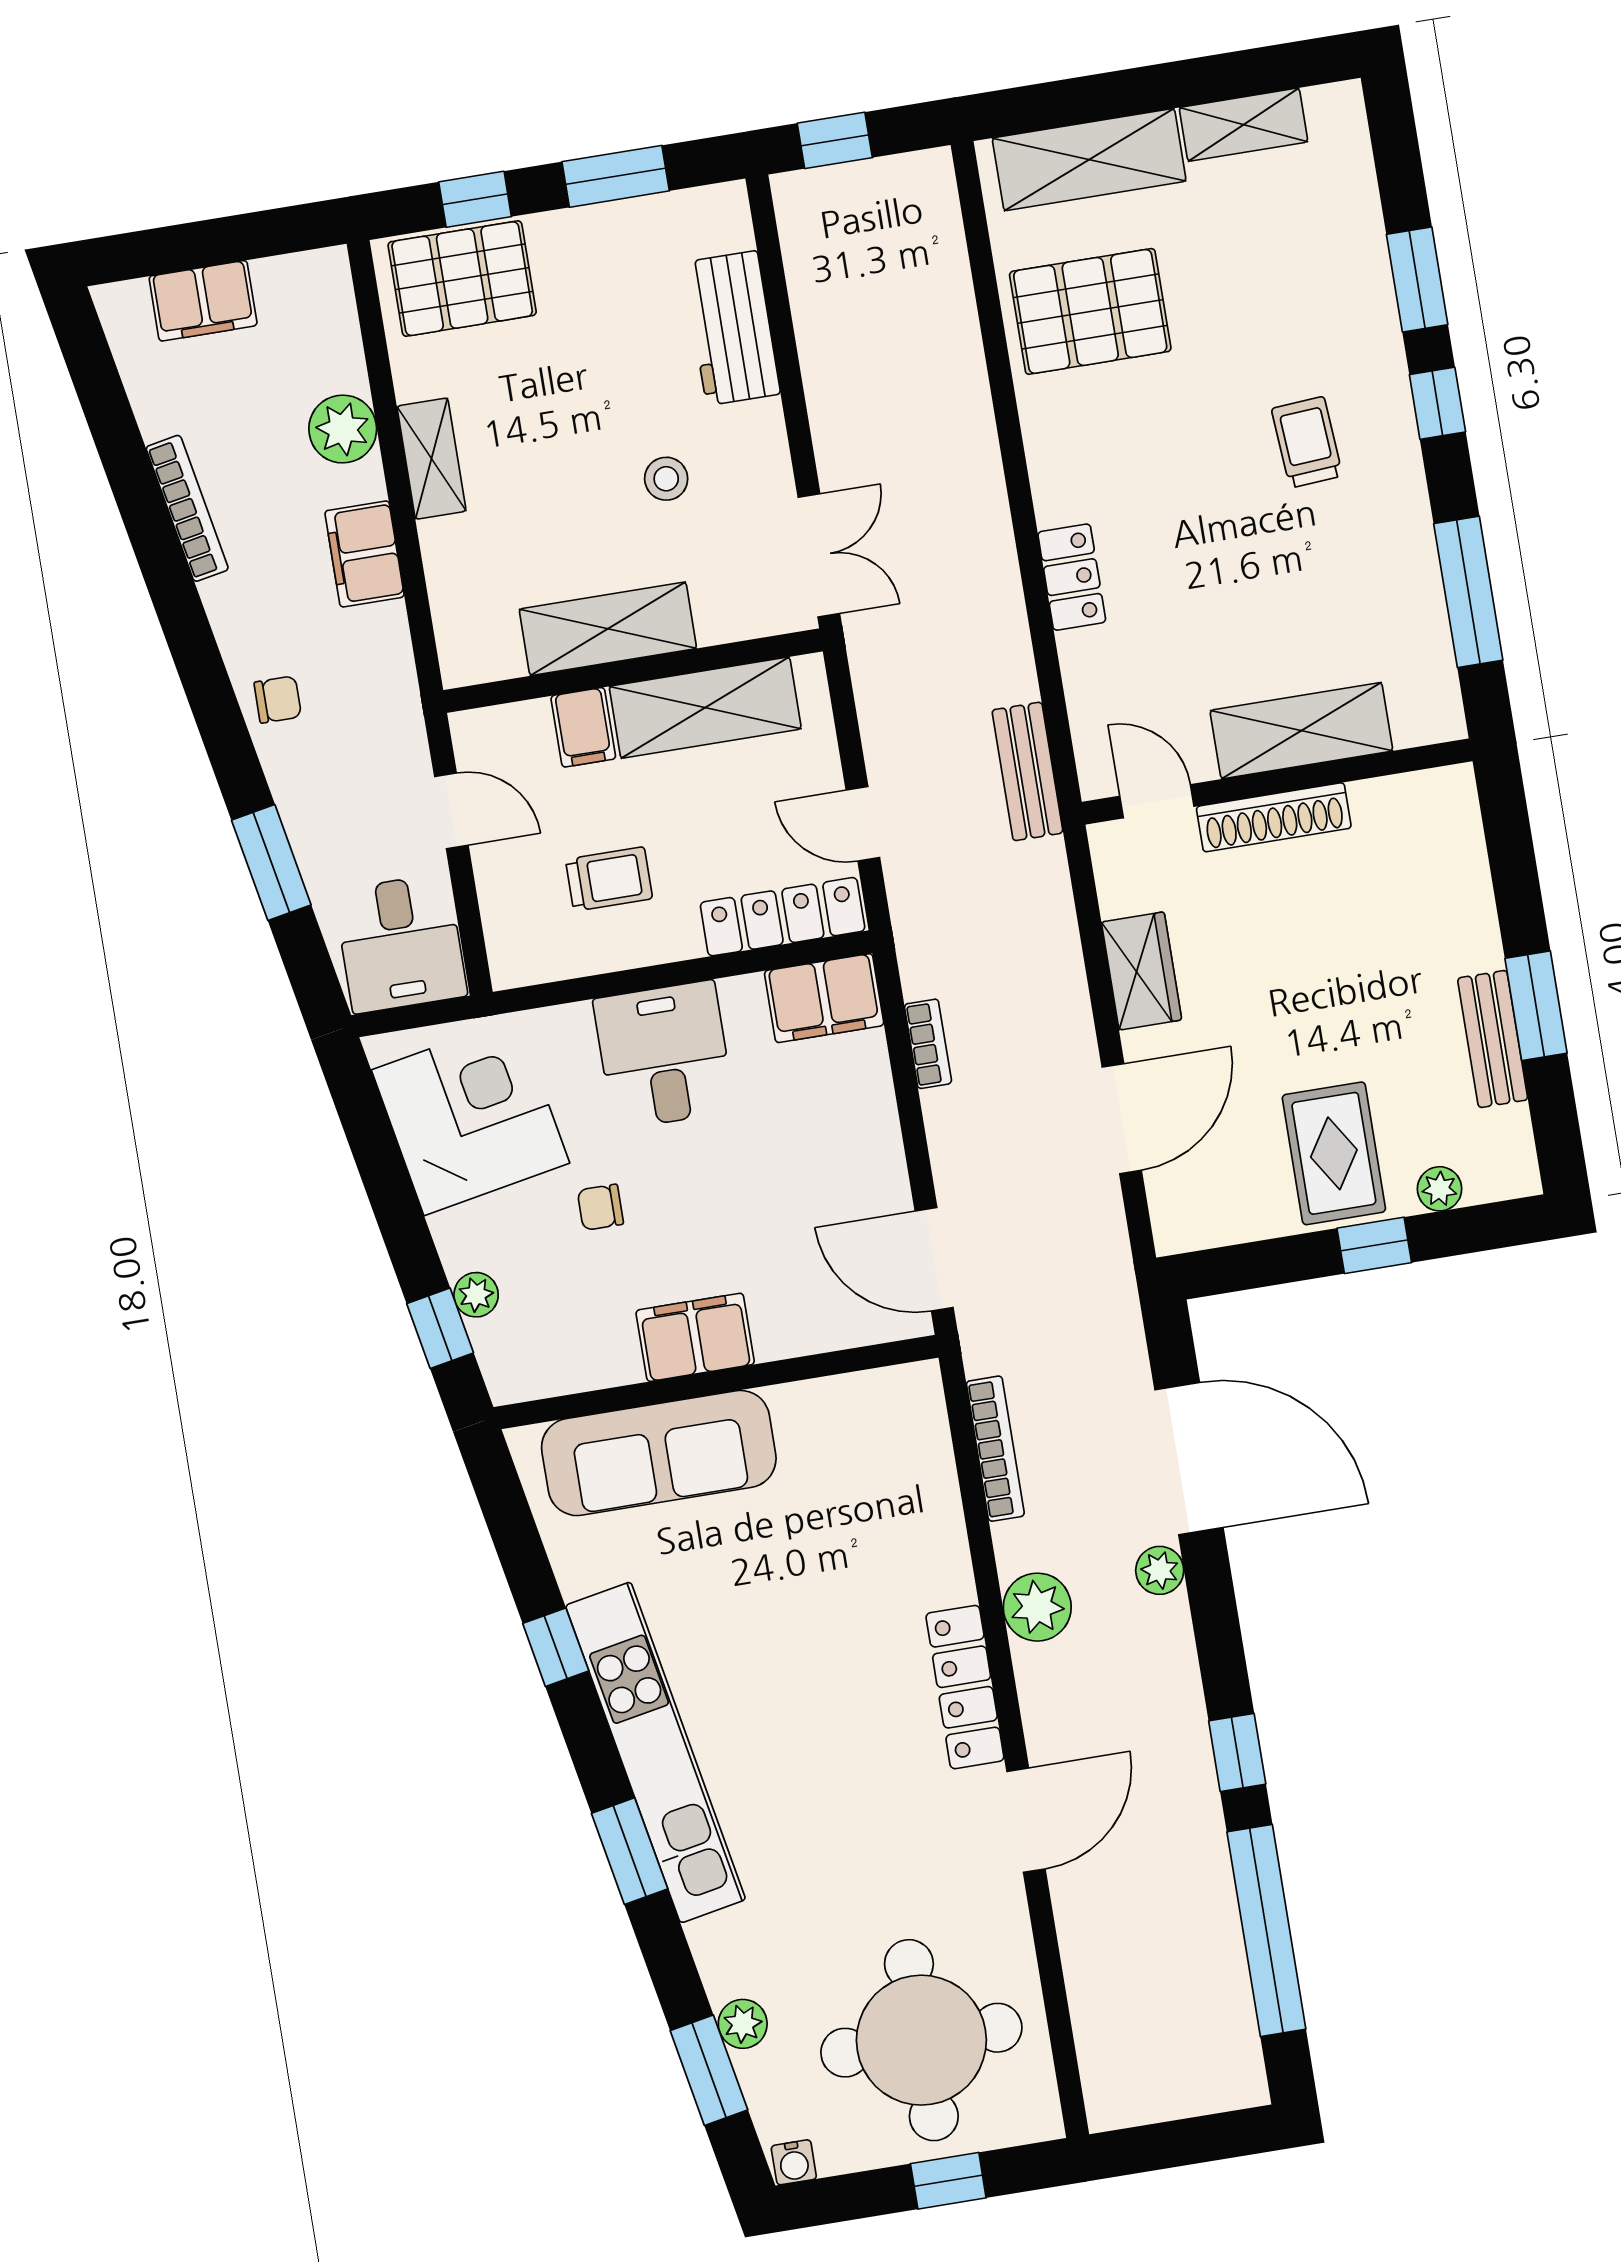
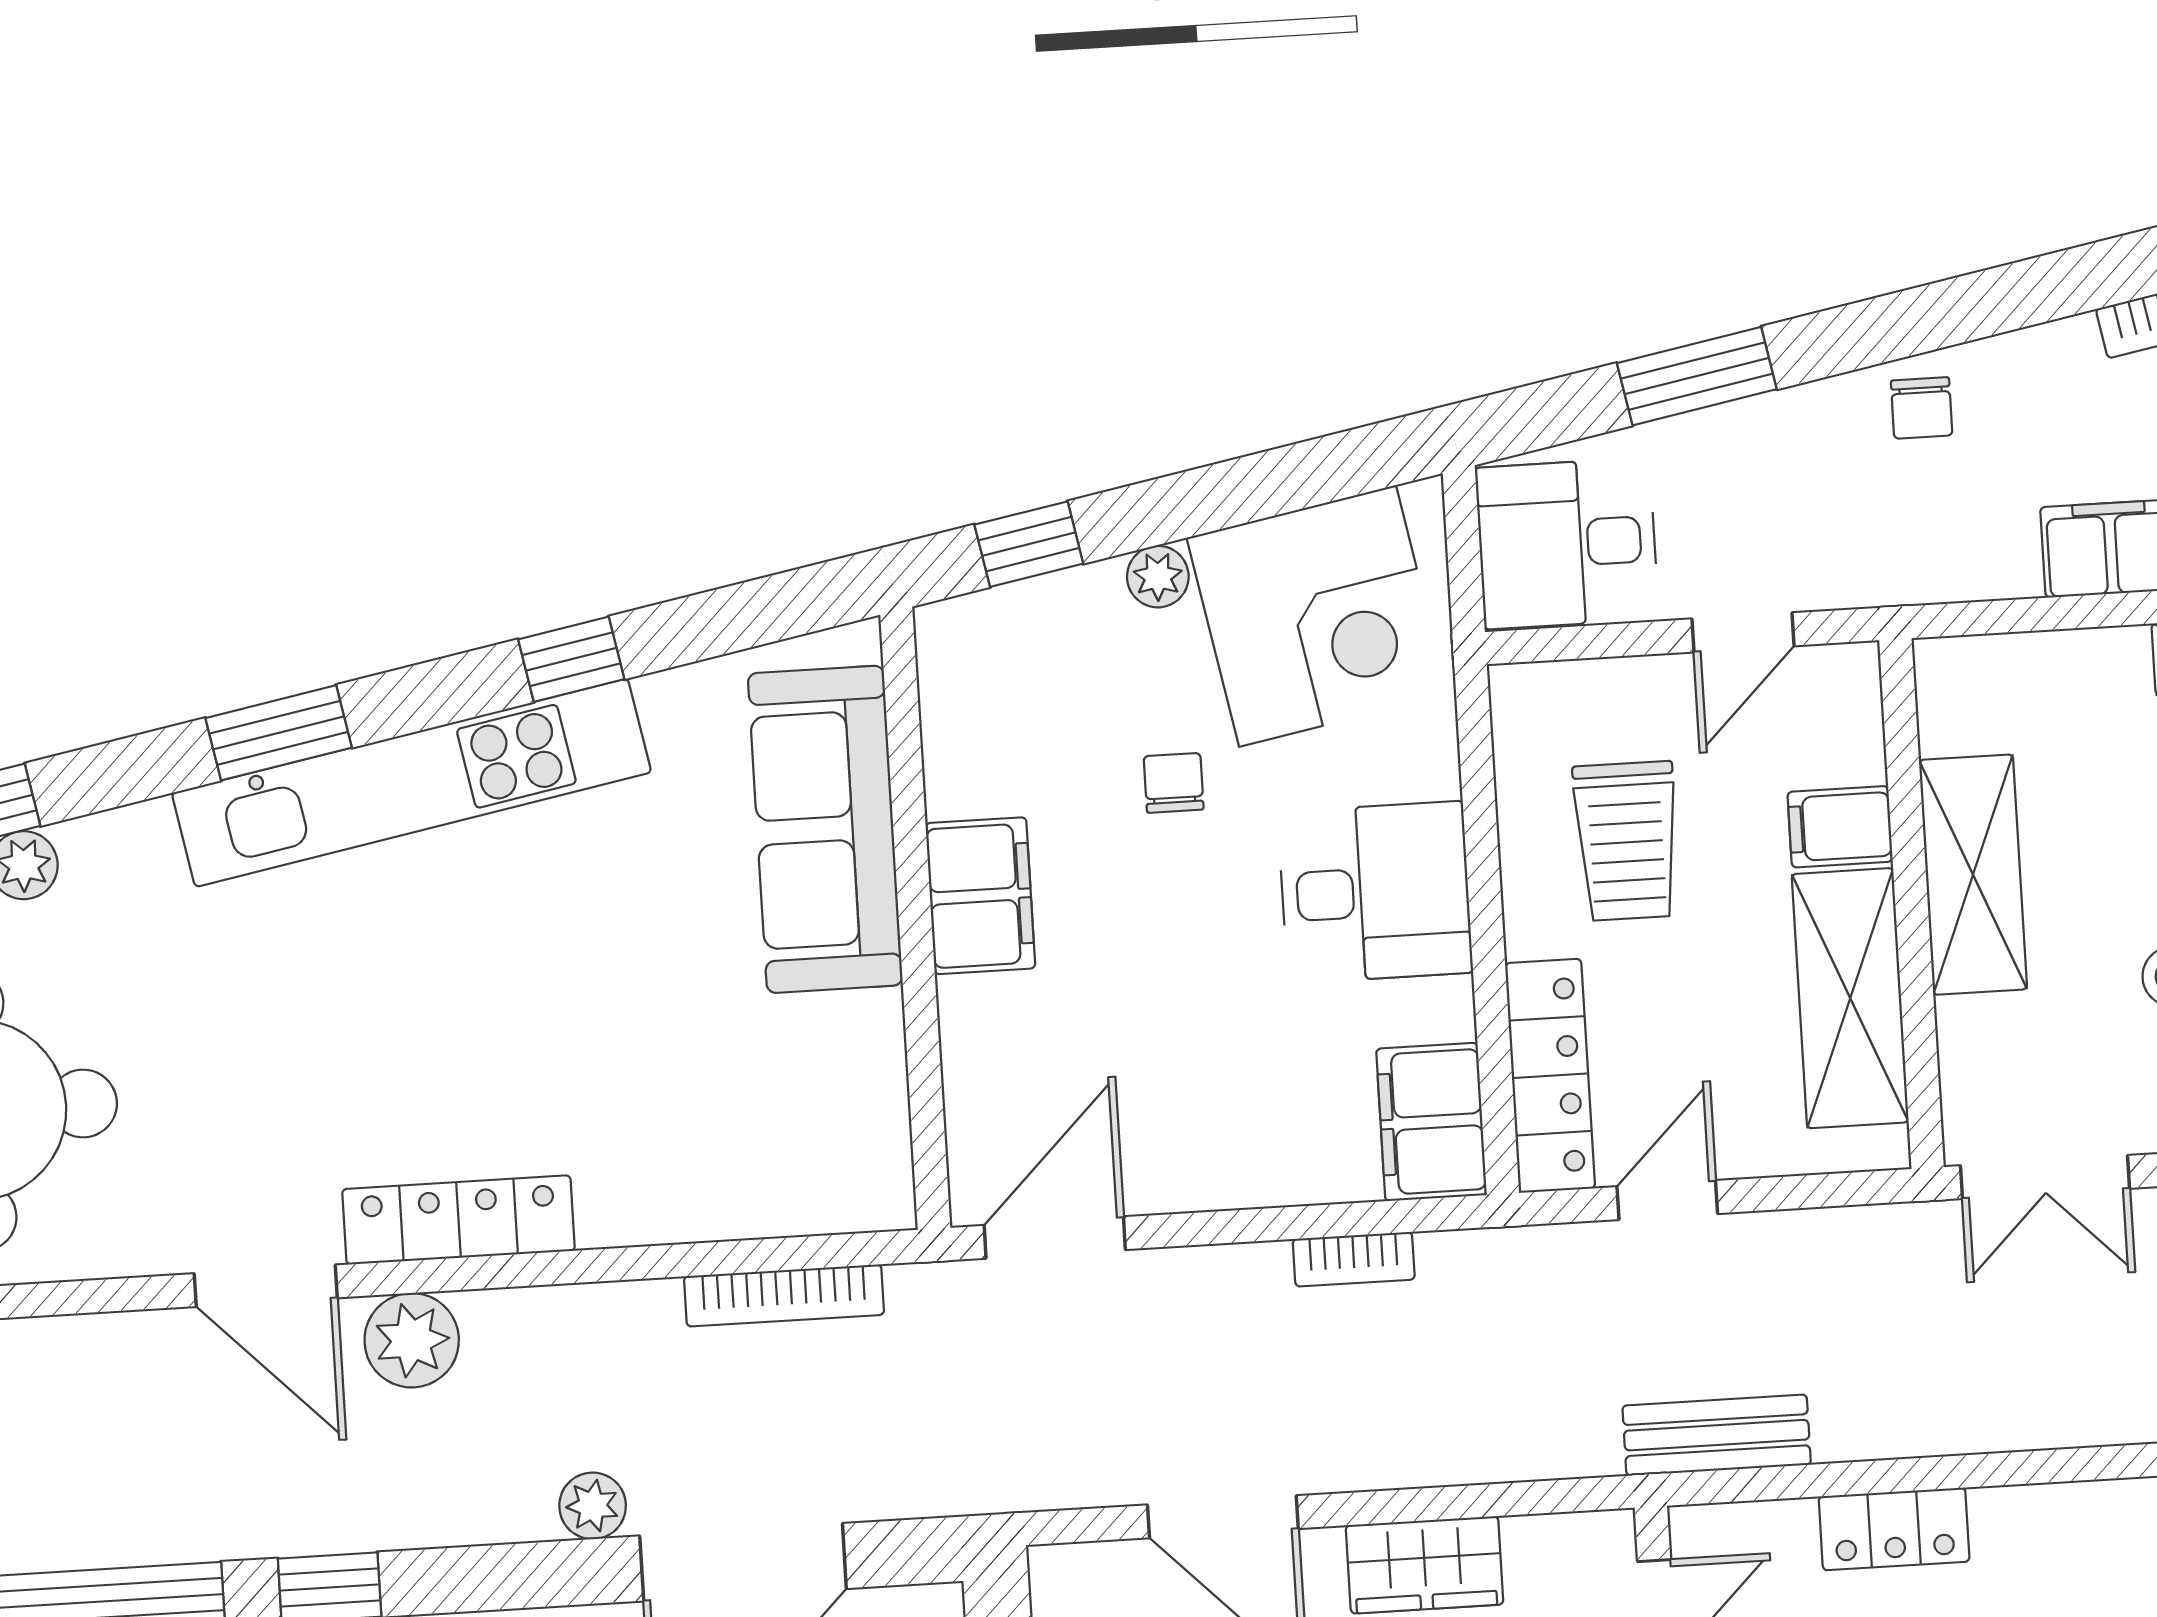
locker: (1072, 577) -> (1894, 1529), moved
trolley: (609, 879) -> (1627, 841), width x1.36, depth x1.39
plant: (476, 1295) -> (1158, 577), moved
plant: (1037, 1607) -> (412, 1340), moved

